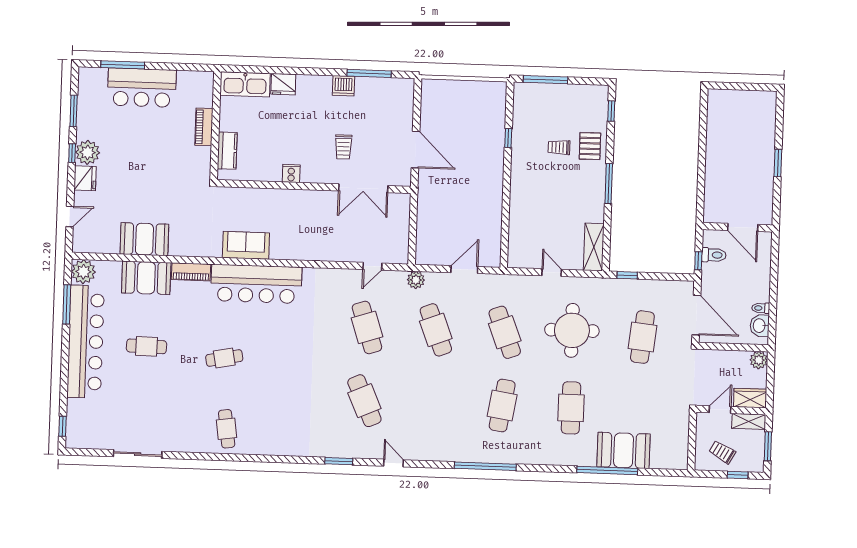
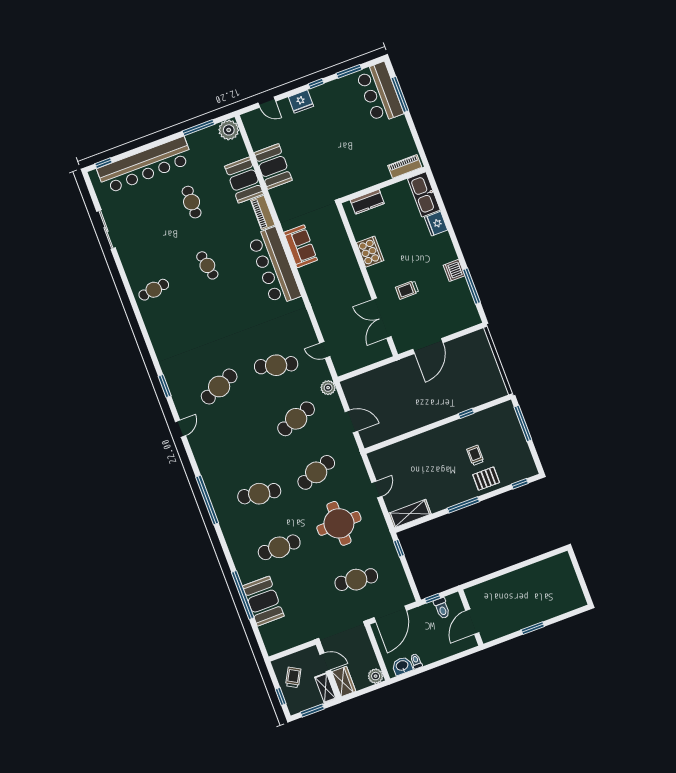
bar counter: (142, 88) -> (380, 93), moved
piano: (204, 127) -> (405, 166), moved
plant: (88, 152) -> (322, 95), removed
cooker: (291, 174) -> (370, 252), width x1.87, depth x1.31
cafe table: (367, 327) -> (276, 365), turned 33
bar counter: (86, 342) -> (145, 165), moved

